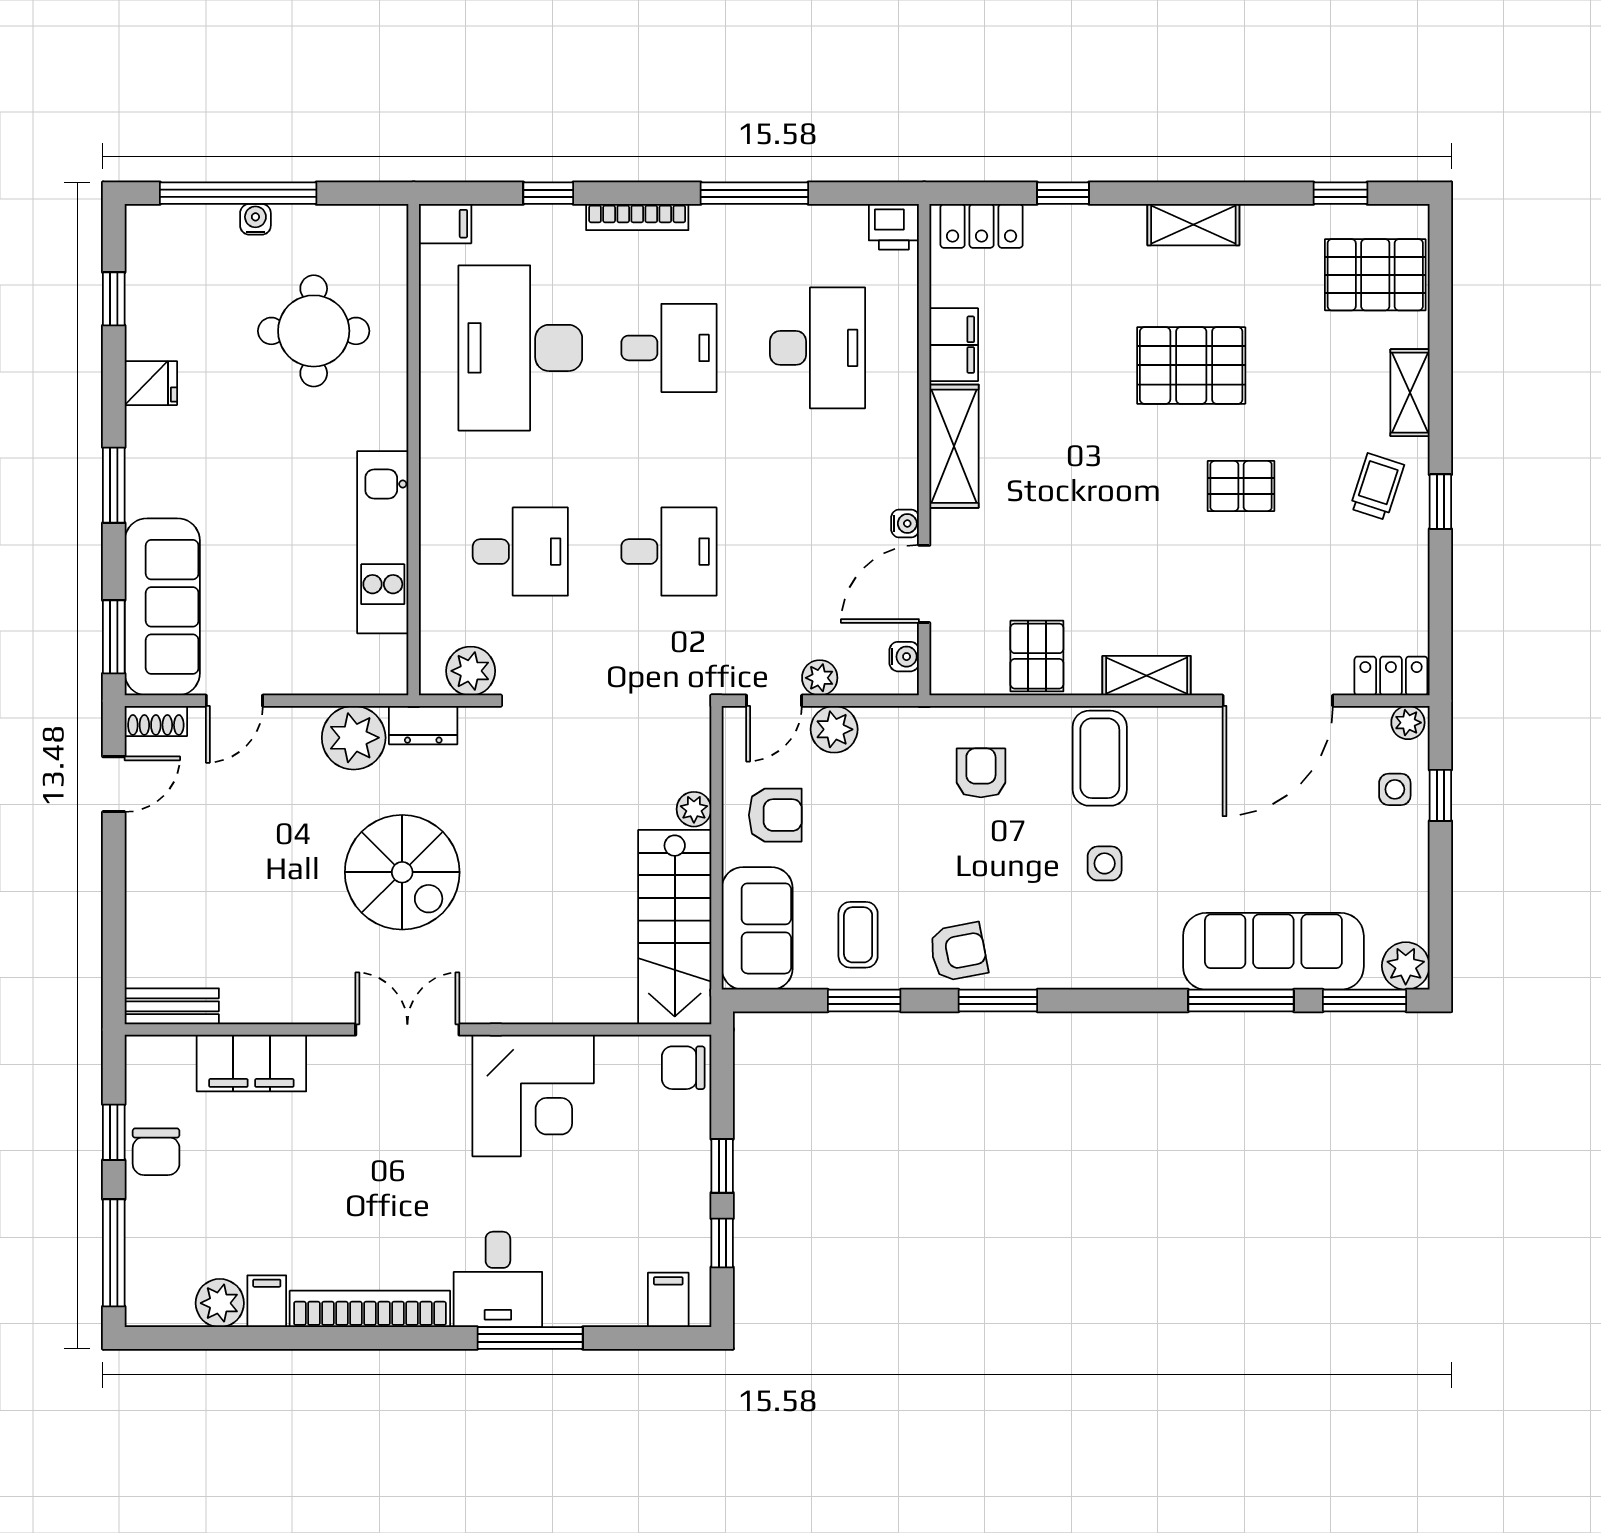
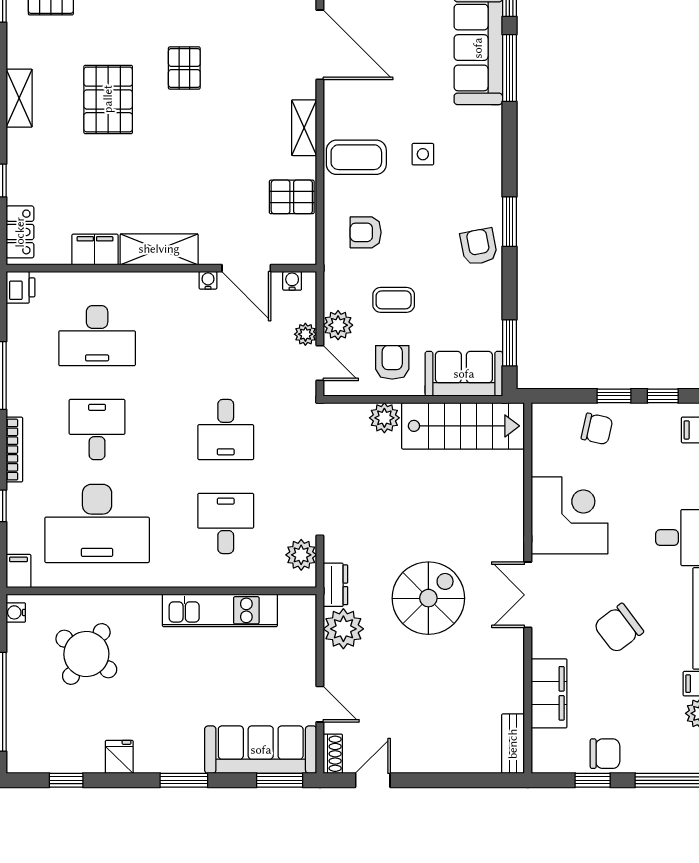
water cooler: (255, 219) -> (16, 612), moved
round table: (314, 331) -> (86, 654), turned 35
desk: (818, 348) -> (97, 336), turned 180
desk: (669, 552) -> (226, 430), turned 180
door: (114, 784) -> (373, 780), hinge flipped
plant: (694, 809) -> (384, 418), width x1.38, depth x1.38
coffee table: (858, 935) -> (394, 300), moved
window: (864, 1001) -> (509, 343), moved
chair: (683, 1068) -> (597, 429), moved, turned -77
chair: (355, 1173) -> (619, 628), added

